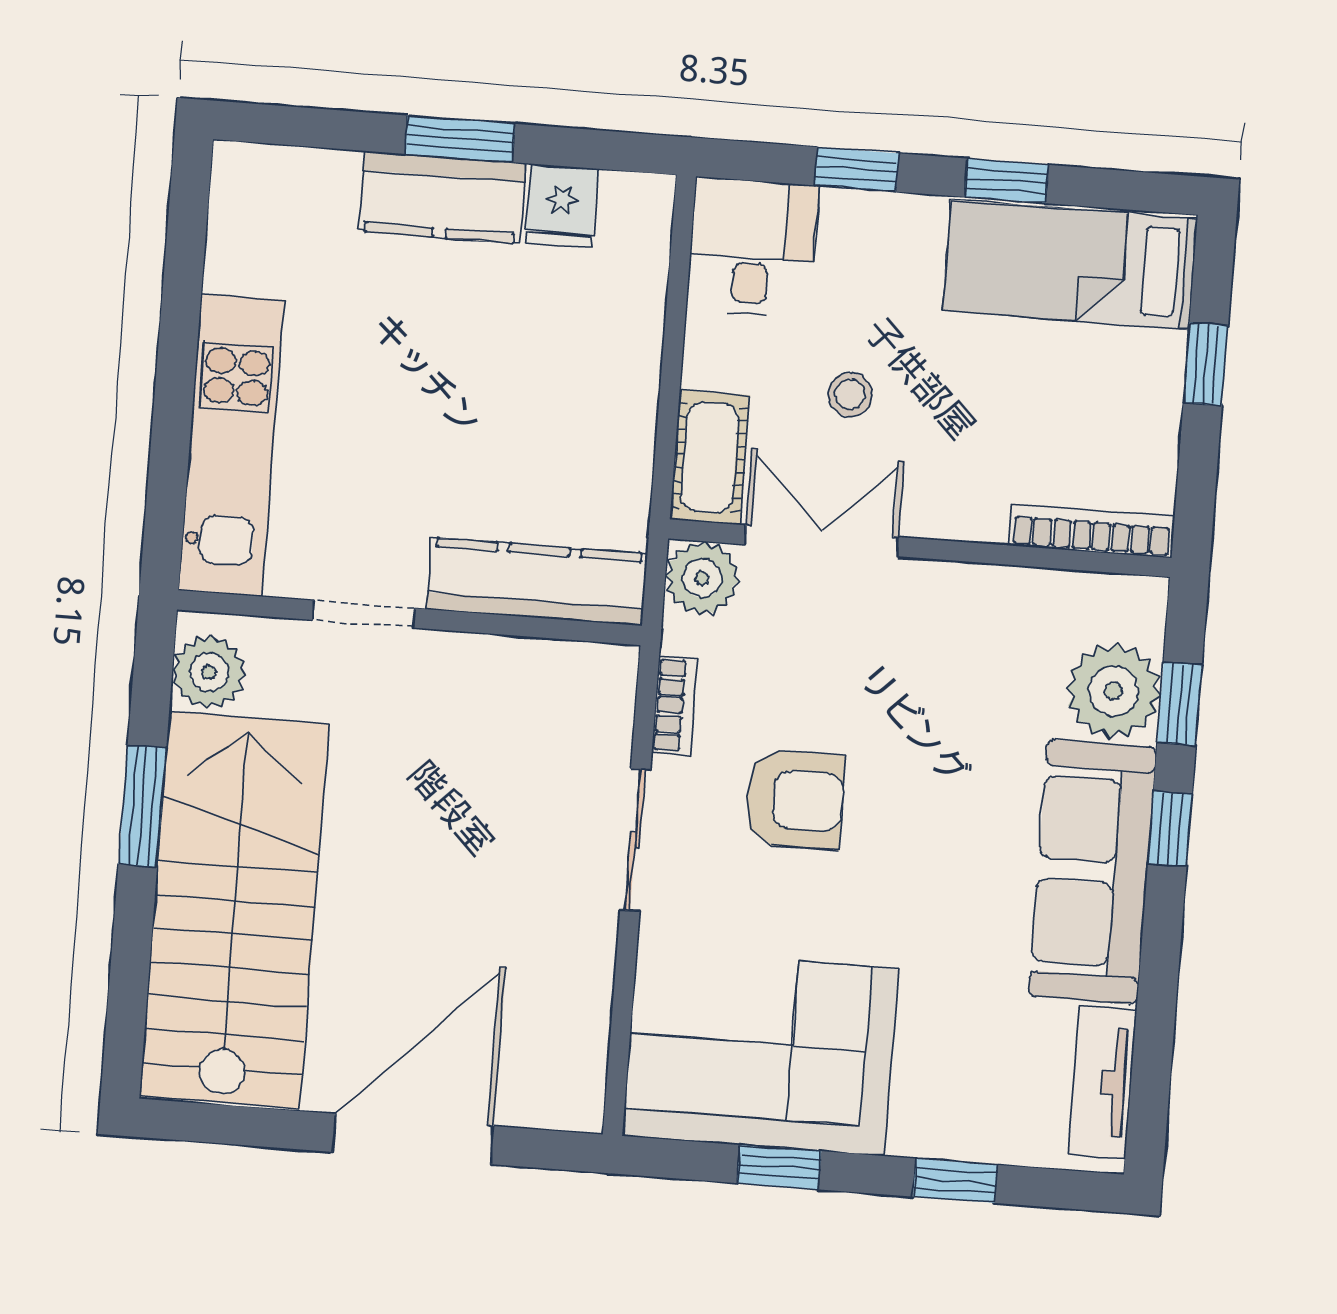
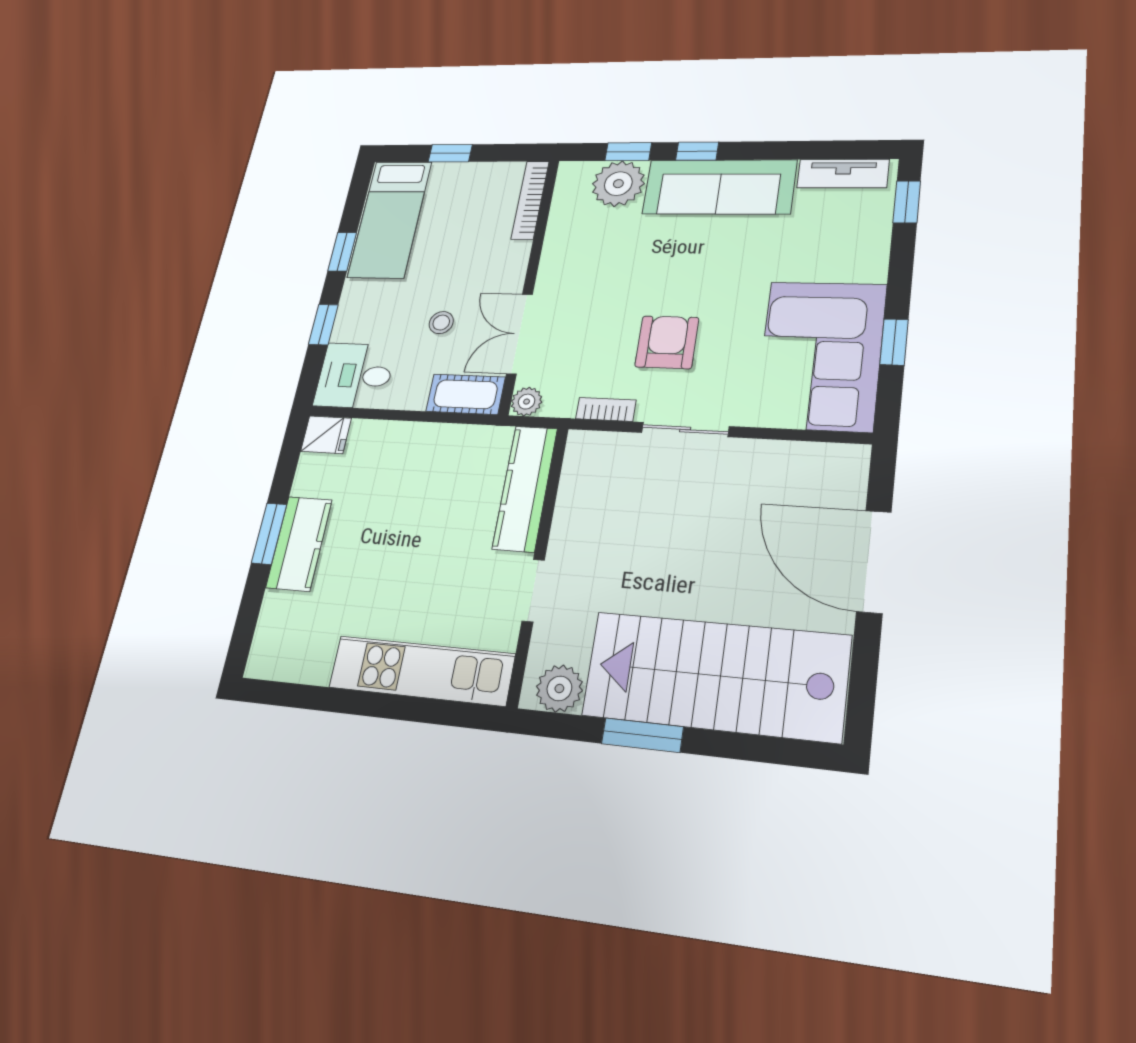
fridge: (561, 206) -> (326, 435), moved
plant: (702, 578) -> (527, 402), width x0.73, depth x0.73
window: (955, 1181) -> (907, 202), moved

